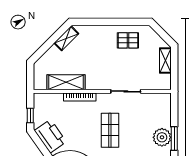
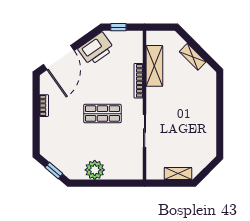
shelving: (66, 38) -> (193, 57), moved
pallet: (128, 40) -> (200, 133), removed
window: (174, 138) -> (94, 183), removed

